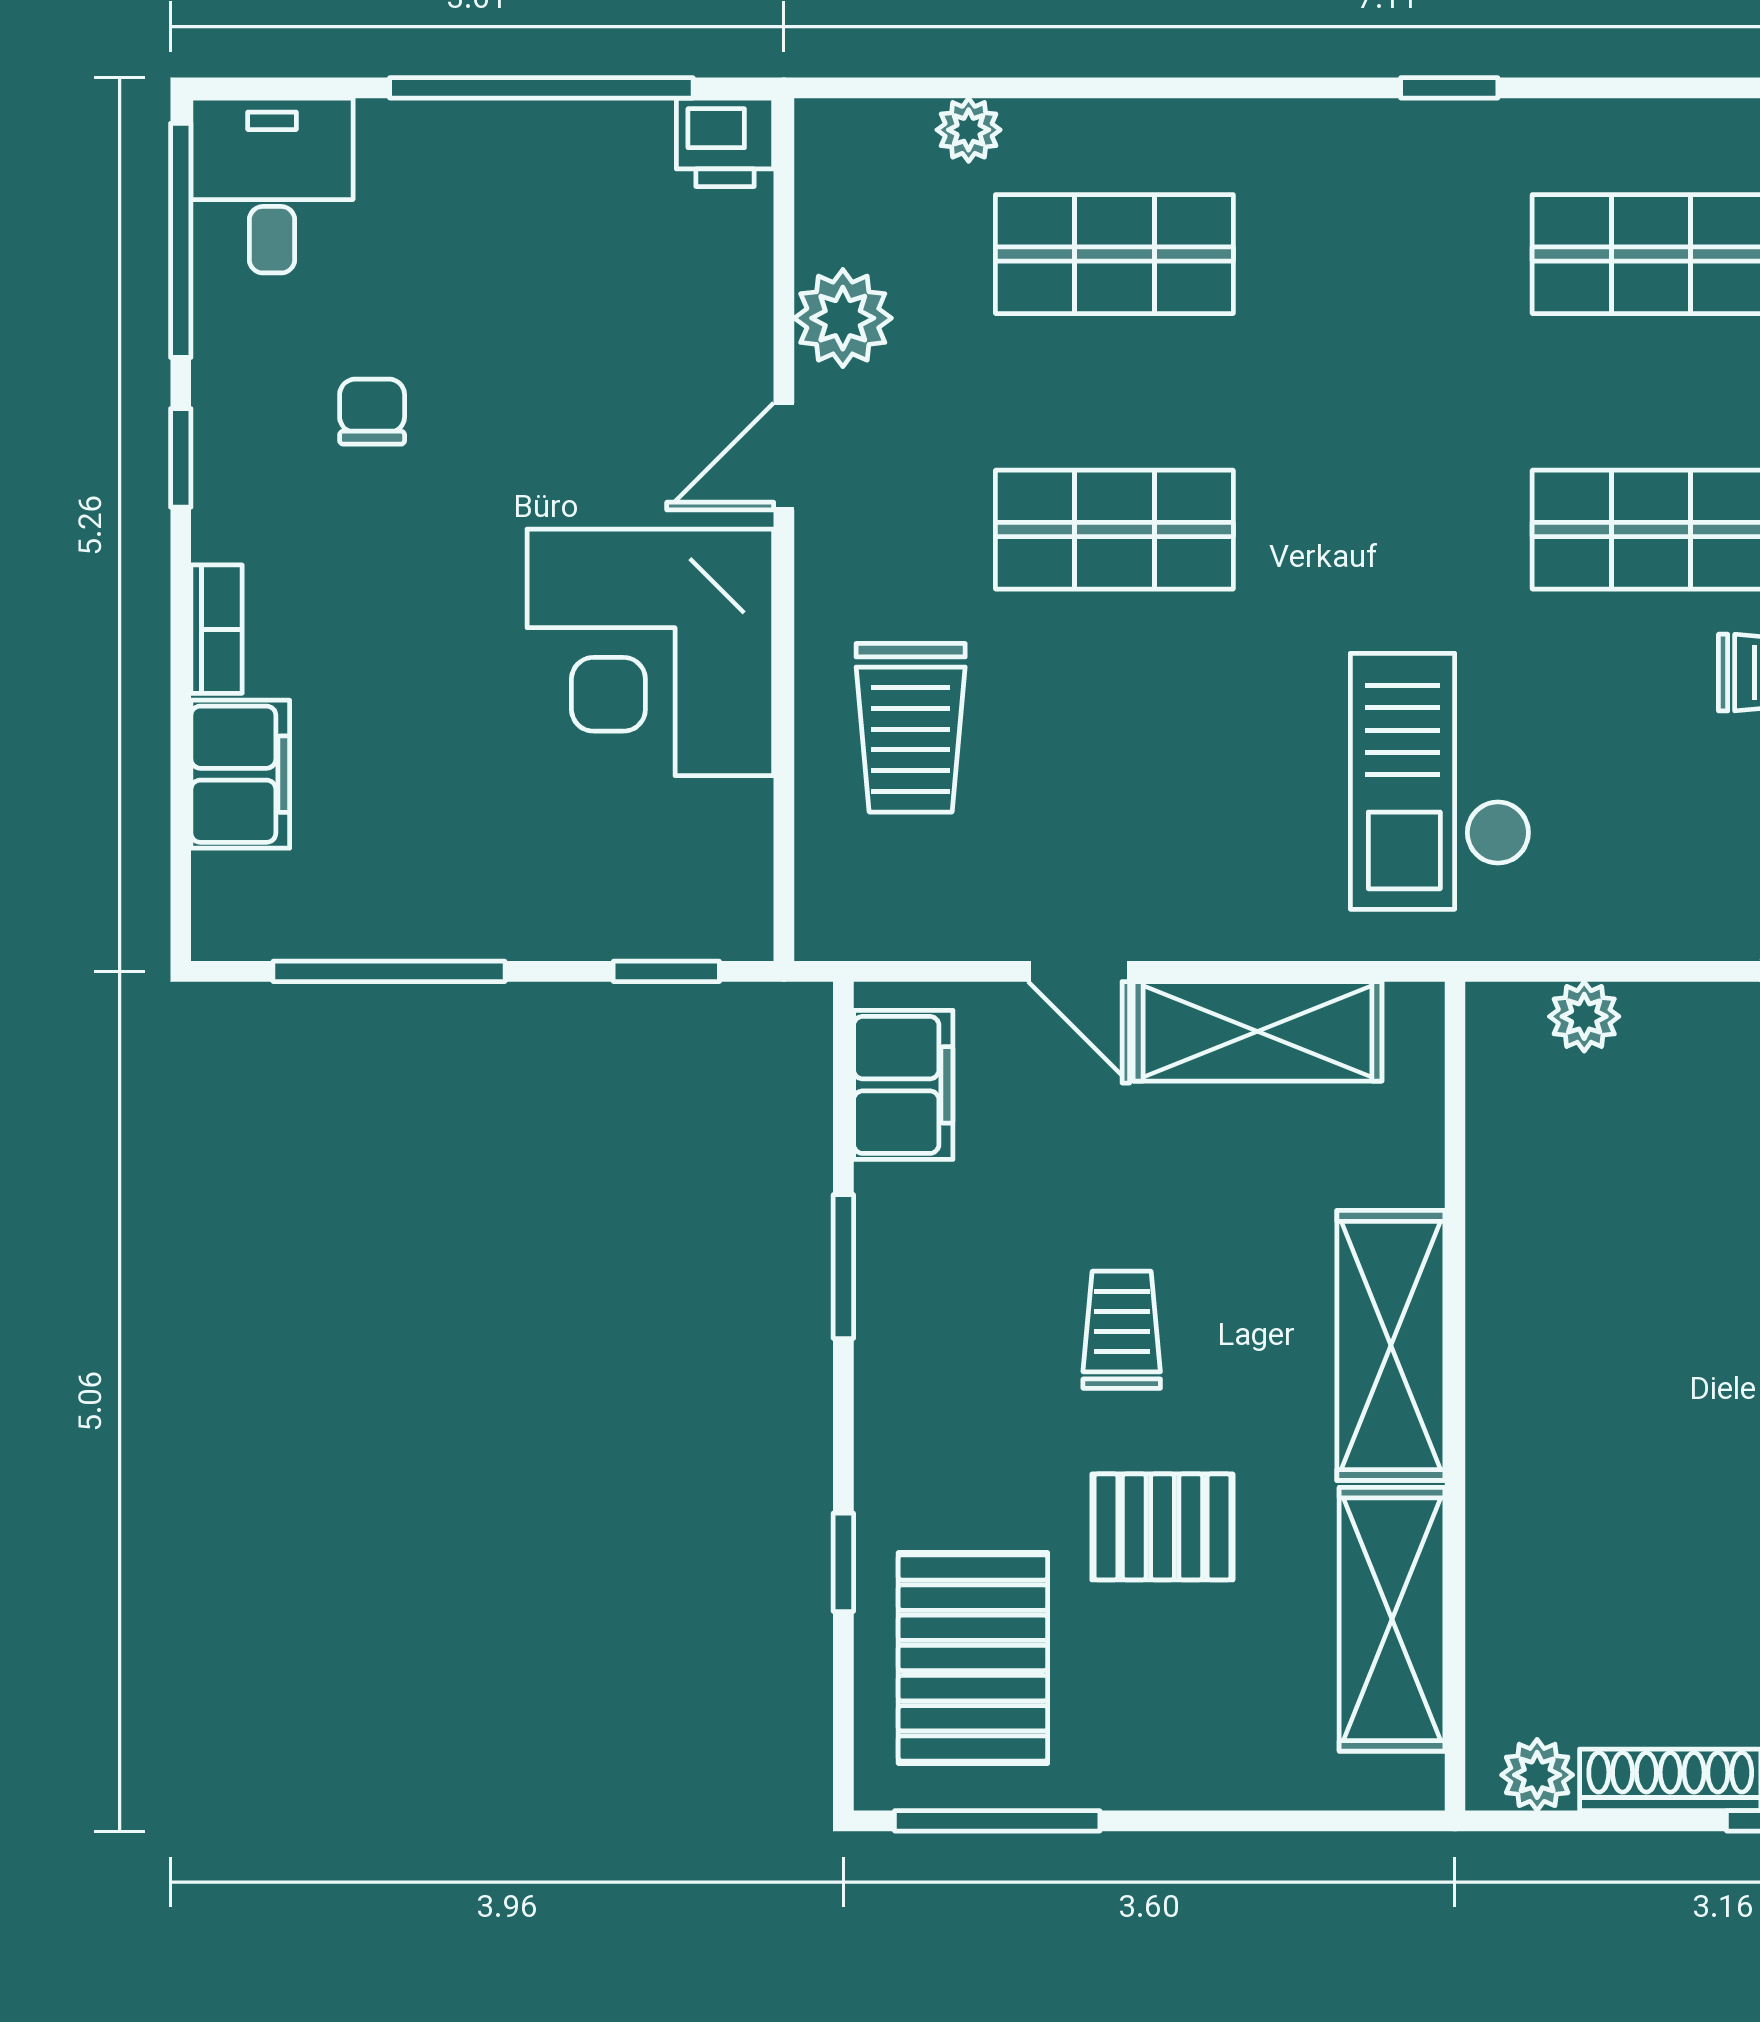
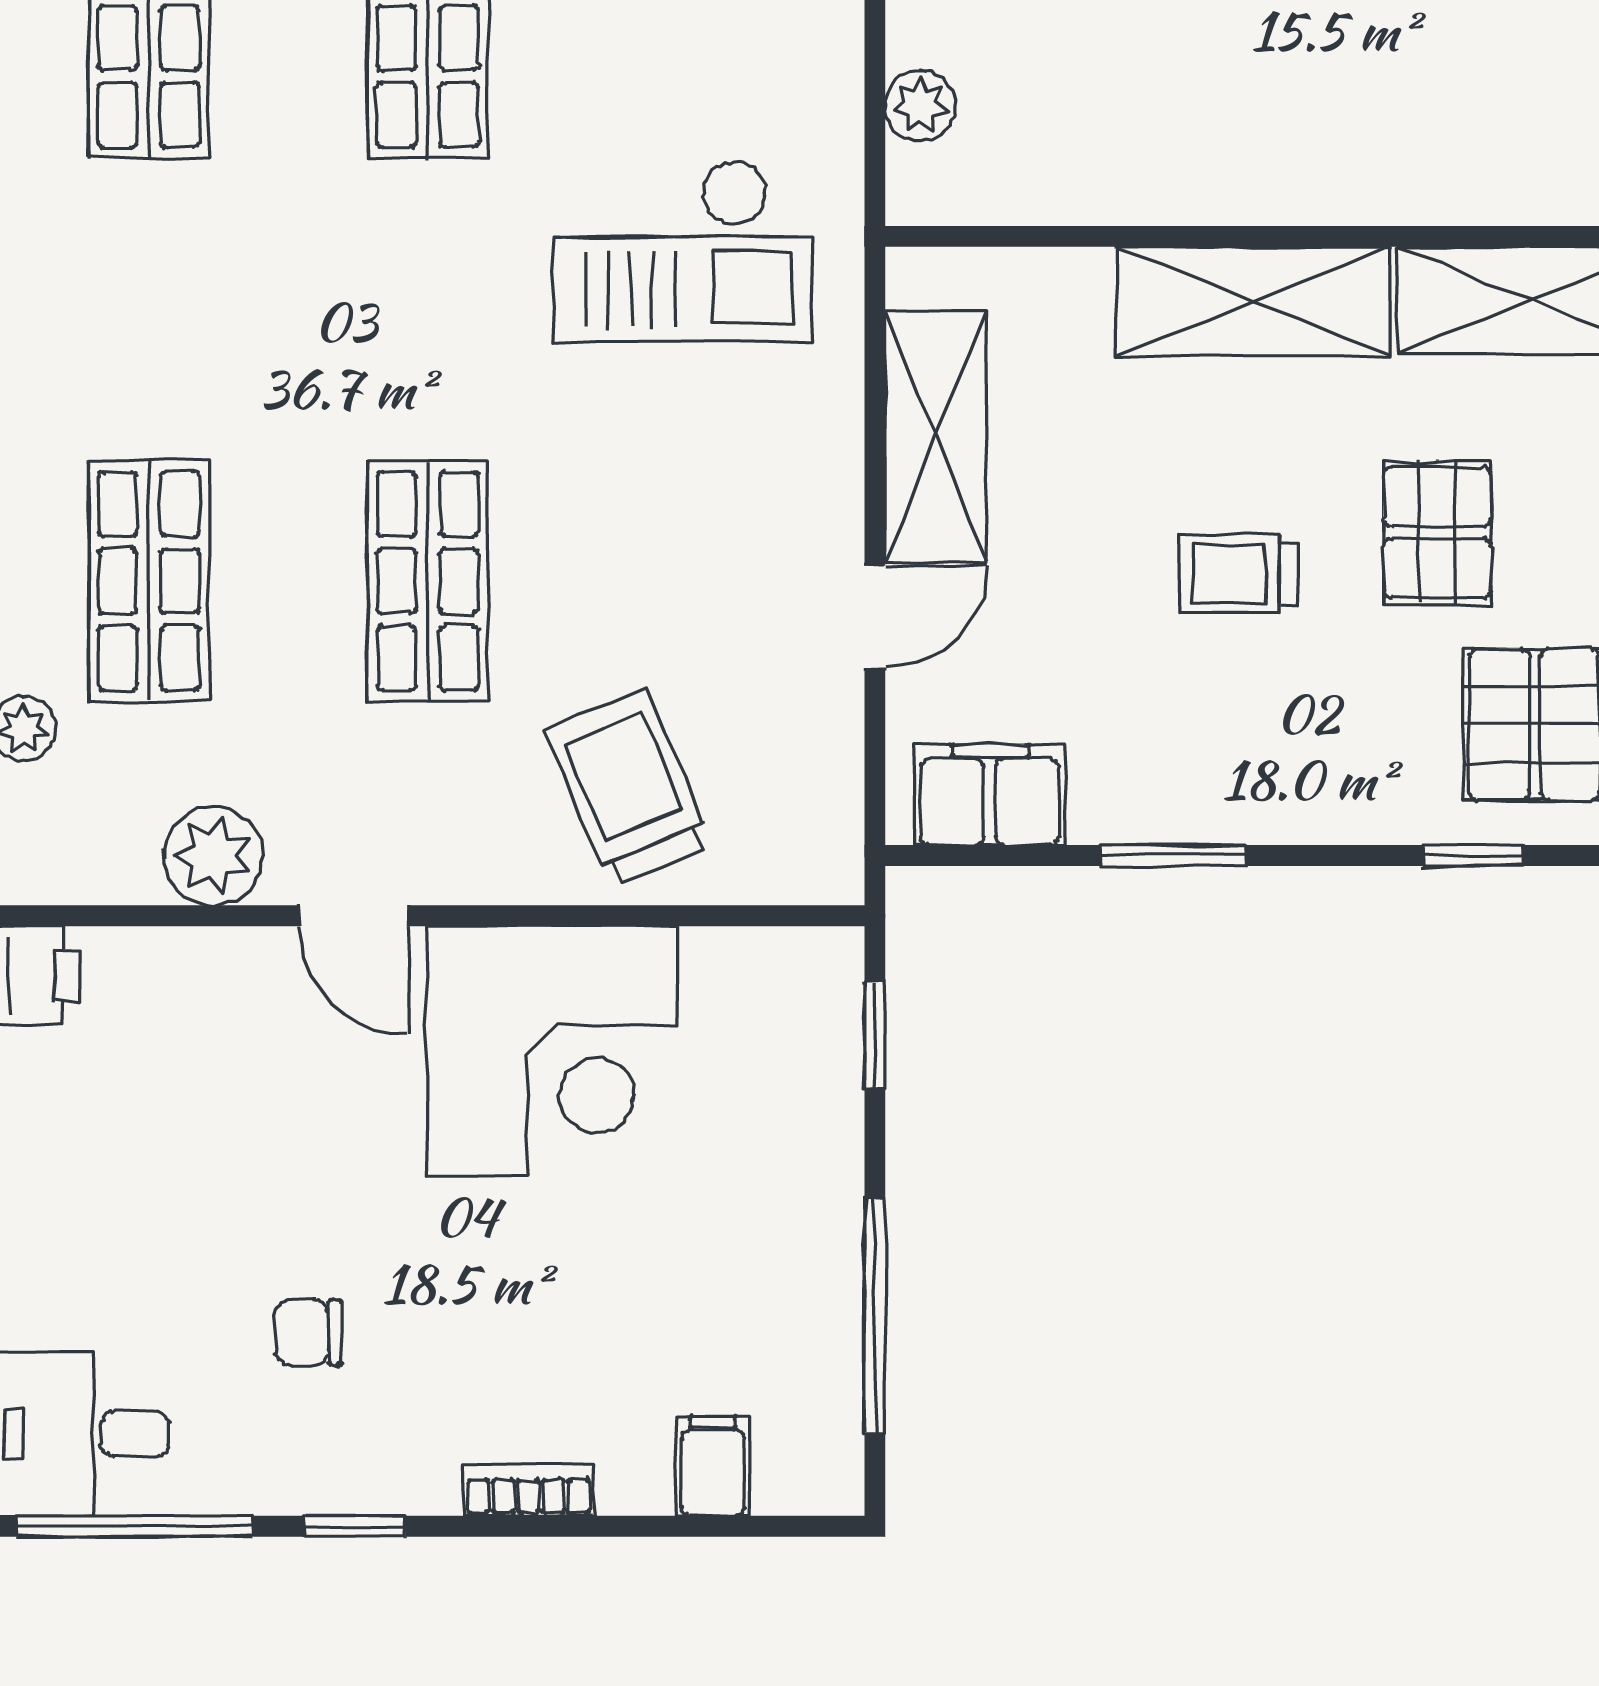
trolley: (911, 728) -> (628, 787), turned -113
filing cabinet: (240, 774) -> (713, 1466), width x0.50

